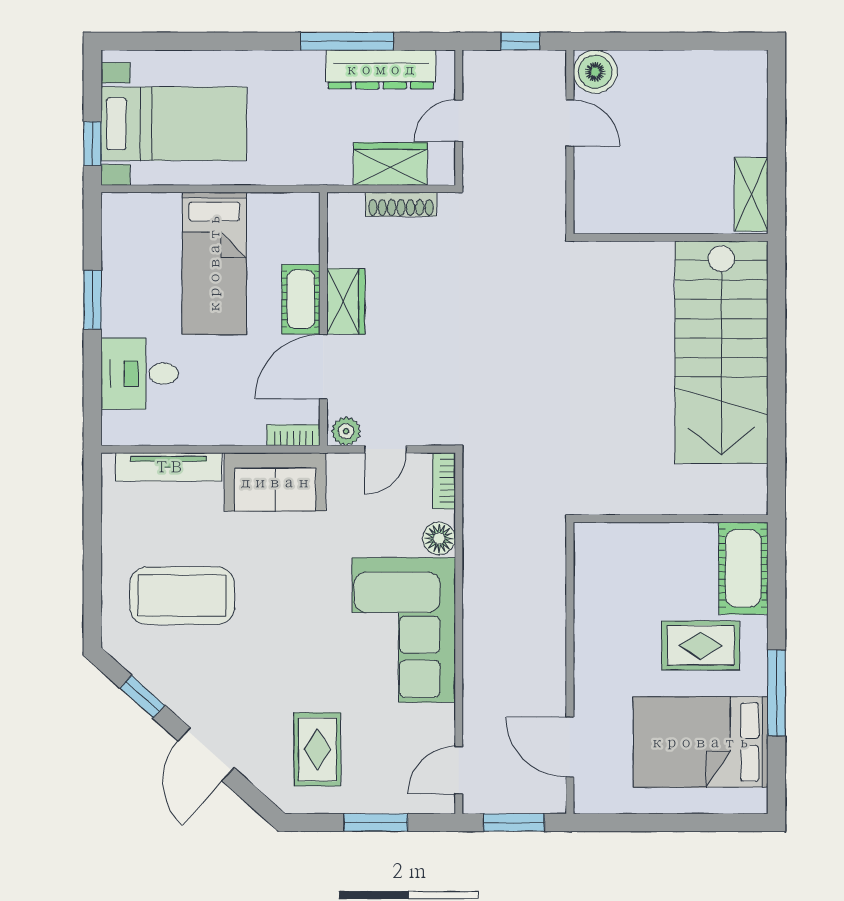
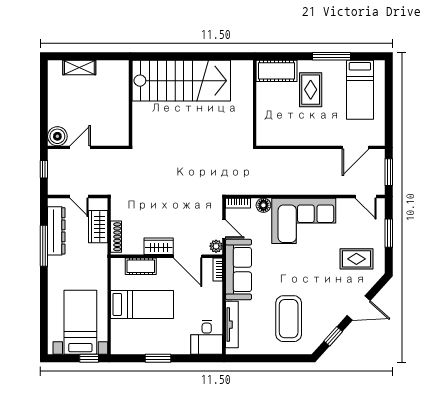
shelving: (751, 194) -> (79, 67), moved
shoe rack: (401, 204) -> (116, 237), moved
cot: (301, 299) -> (141, 266), moved
desk: (140, 374) -> (207, 337), moved
sofa: (275, 482) -> (238, 270), width x1.36
bed: (701, 742) -> (360, 90), width x0.67

